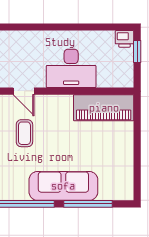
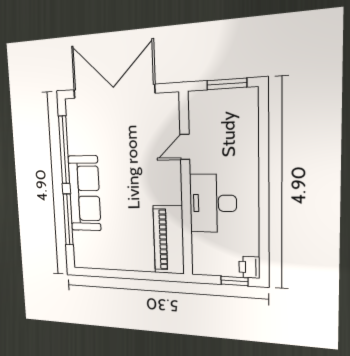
coffee table: (24, 133) -> (137, 149), removed

